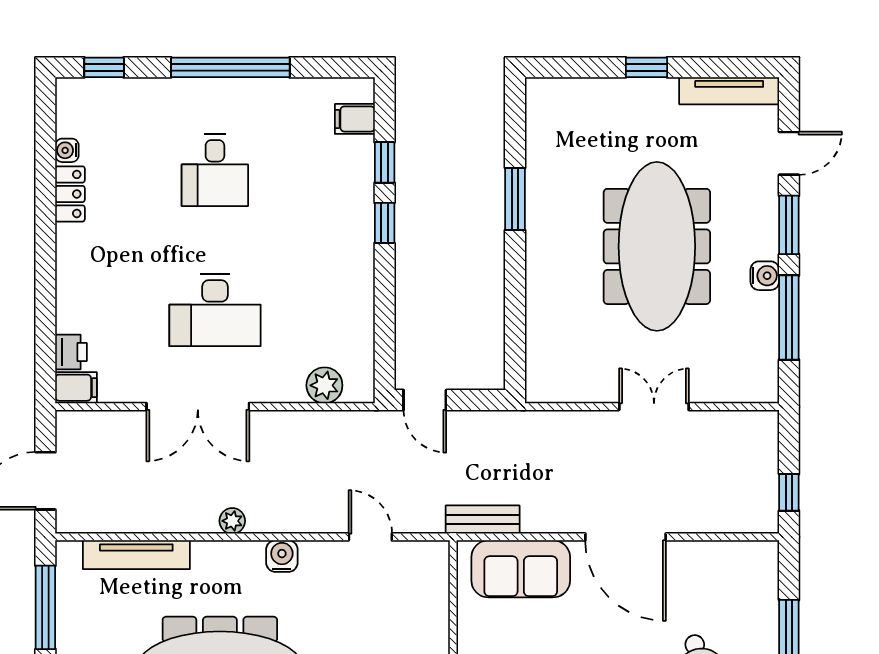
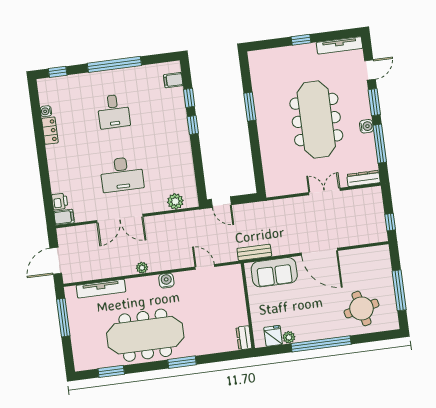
dresser: (743, 389) -> (364, 178), added

